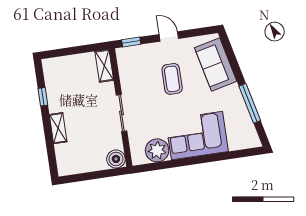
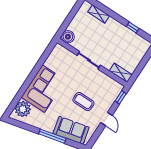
door: (169, 36) -> (107, 119), hinge flipped
window: (250, 103) -> (52, 136), moved
shelving: (58, 128) -> (99, 14), moved
plant: (157, 150) -> (23, 109), moved

